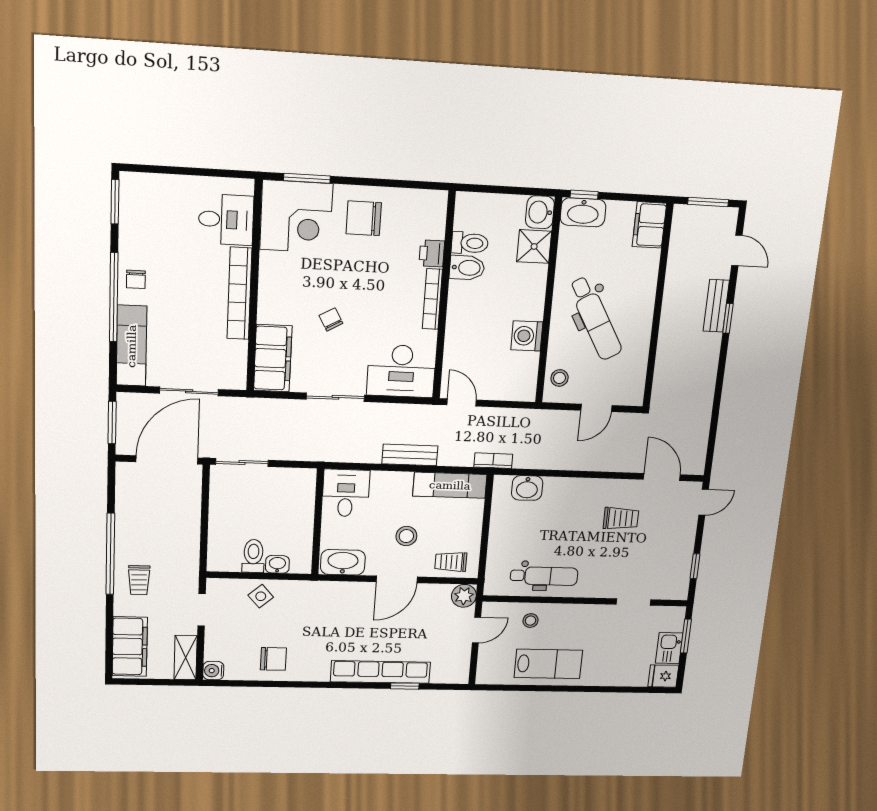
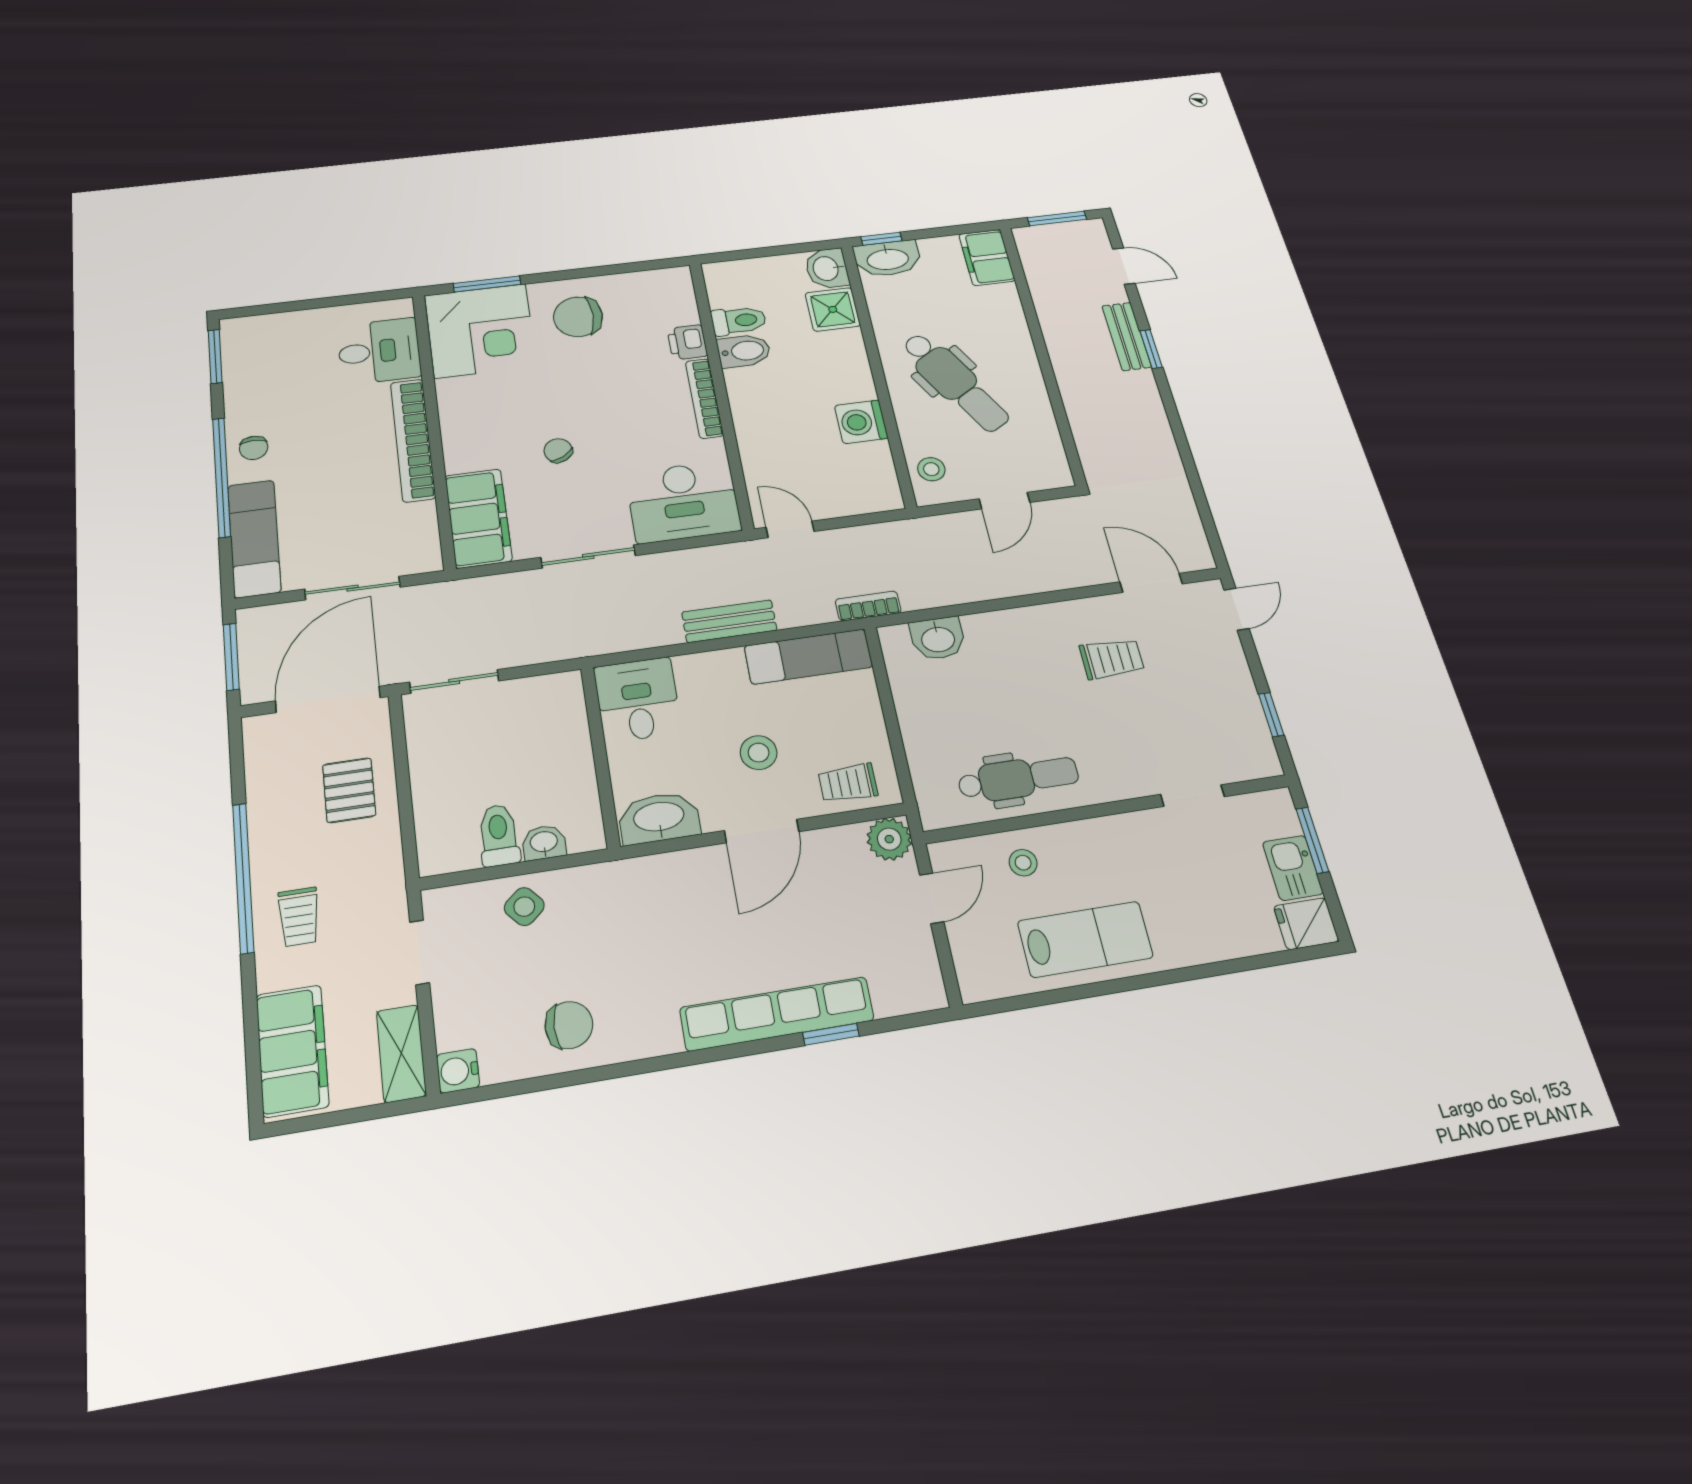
pallet: (174, 516) -> (349, 790), added

